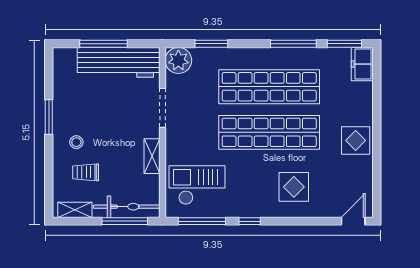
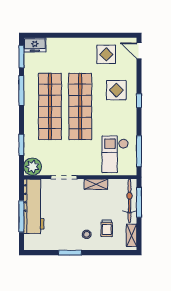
display table: (356, 140) -> (106, 54), moved
window: (250, 221) -> (139, 101), moved

